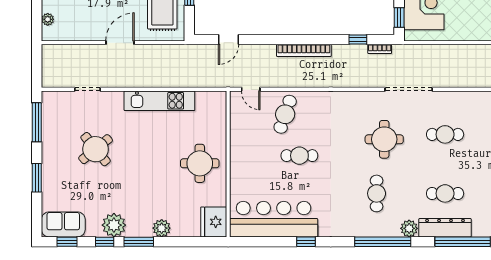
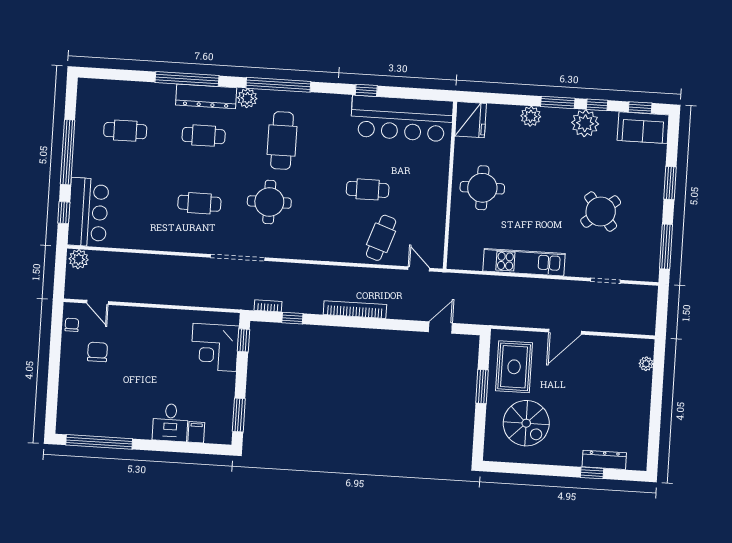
cafe table: (377, 193) -> (282, 140), width x1.37, depth x1.35

